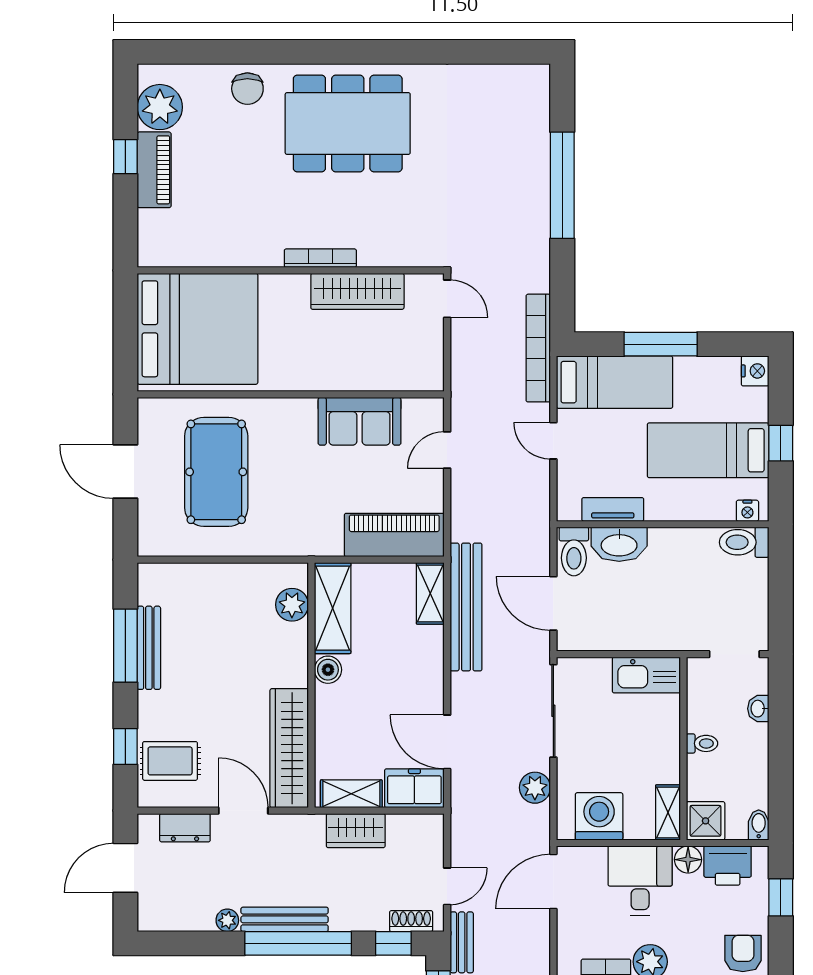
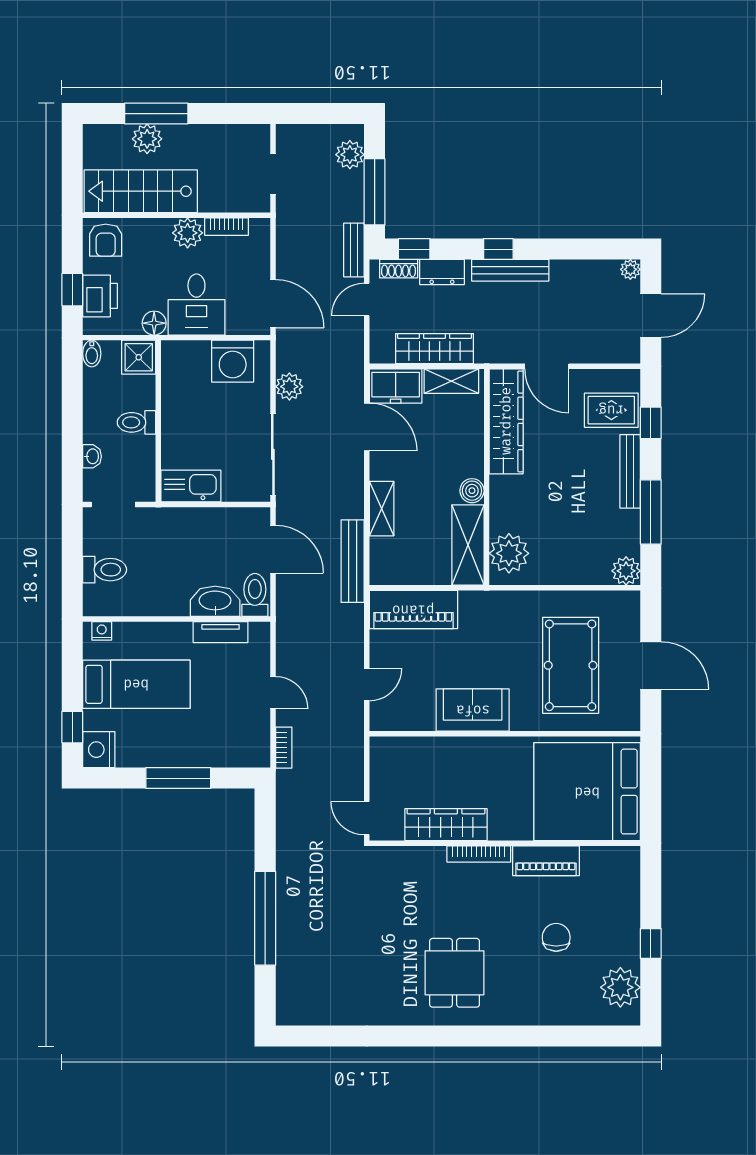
chair: (247, 89) -> (556, 937), moved
dining table: (348, 123) -> (455, 973), width x0.53, depth x0.80
piano: (154, 170) -> (546, 861), moved, turned -90
bookcase: (538, 348) -> (284, 748), width x0.43, depth x0.76
nightstand: (755, 371) -> (99, 750), width x1.36, depth x1.33
bed: (615, 382) -> (219, 744), removed
sofa: (359, 421) -> (473, 710), moved
window: (781, 443) -> (72, 727), moved
toilet: (744, 542) -> (105, 570), moved
plant: (153, 579) -> (626, 571), added
shelving: (430, 593) -> (382, 509), moved
plant: (292, 605) -> (509, 553), width x1.36, depth x1.36
bench: (466, 607) -> (353, 561), width x0.73, depth x0.82
bench: (149, 648) -> (630, 471), moved
toilet: (702, 743) -> (136, 422), width x1.37, depth x1.39
shelving: (668, 812) -> (172, 365), removed
dresser: (185, 828) -> (442, 272), moved, turned 180
wardrobe: (356, 831) -> (435, 349), width x1.50
printer: (728, 866) -> (100, 296), moved, turned 90
door: (553, 881) -> (273, 304), hinge flipped
plant: (227, 920) -> (630, 269), moved
window: (298, 943) -> (498, 249), width x0.32

